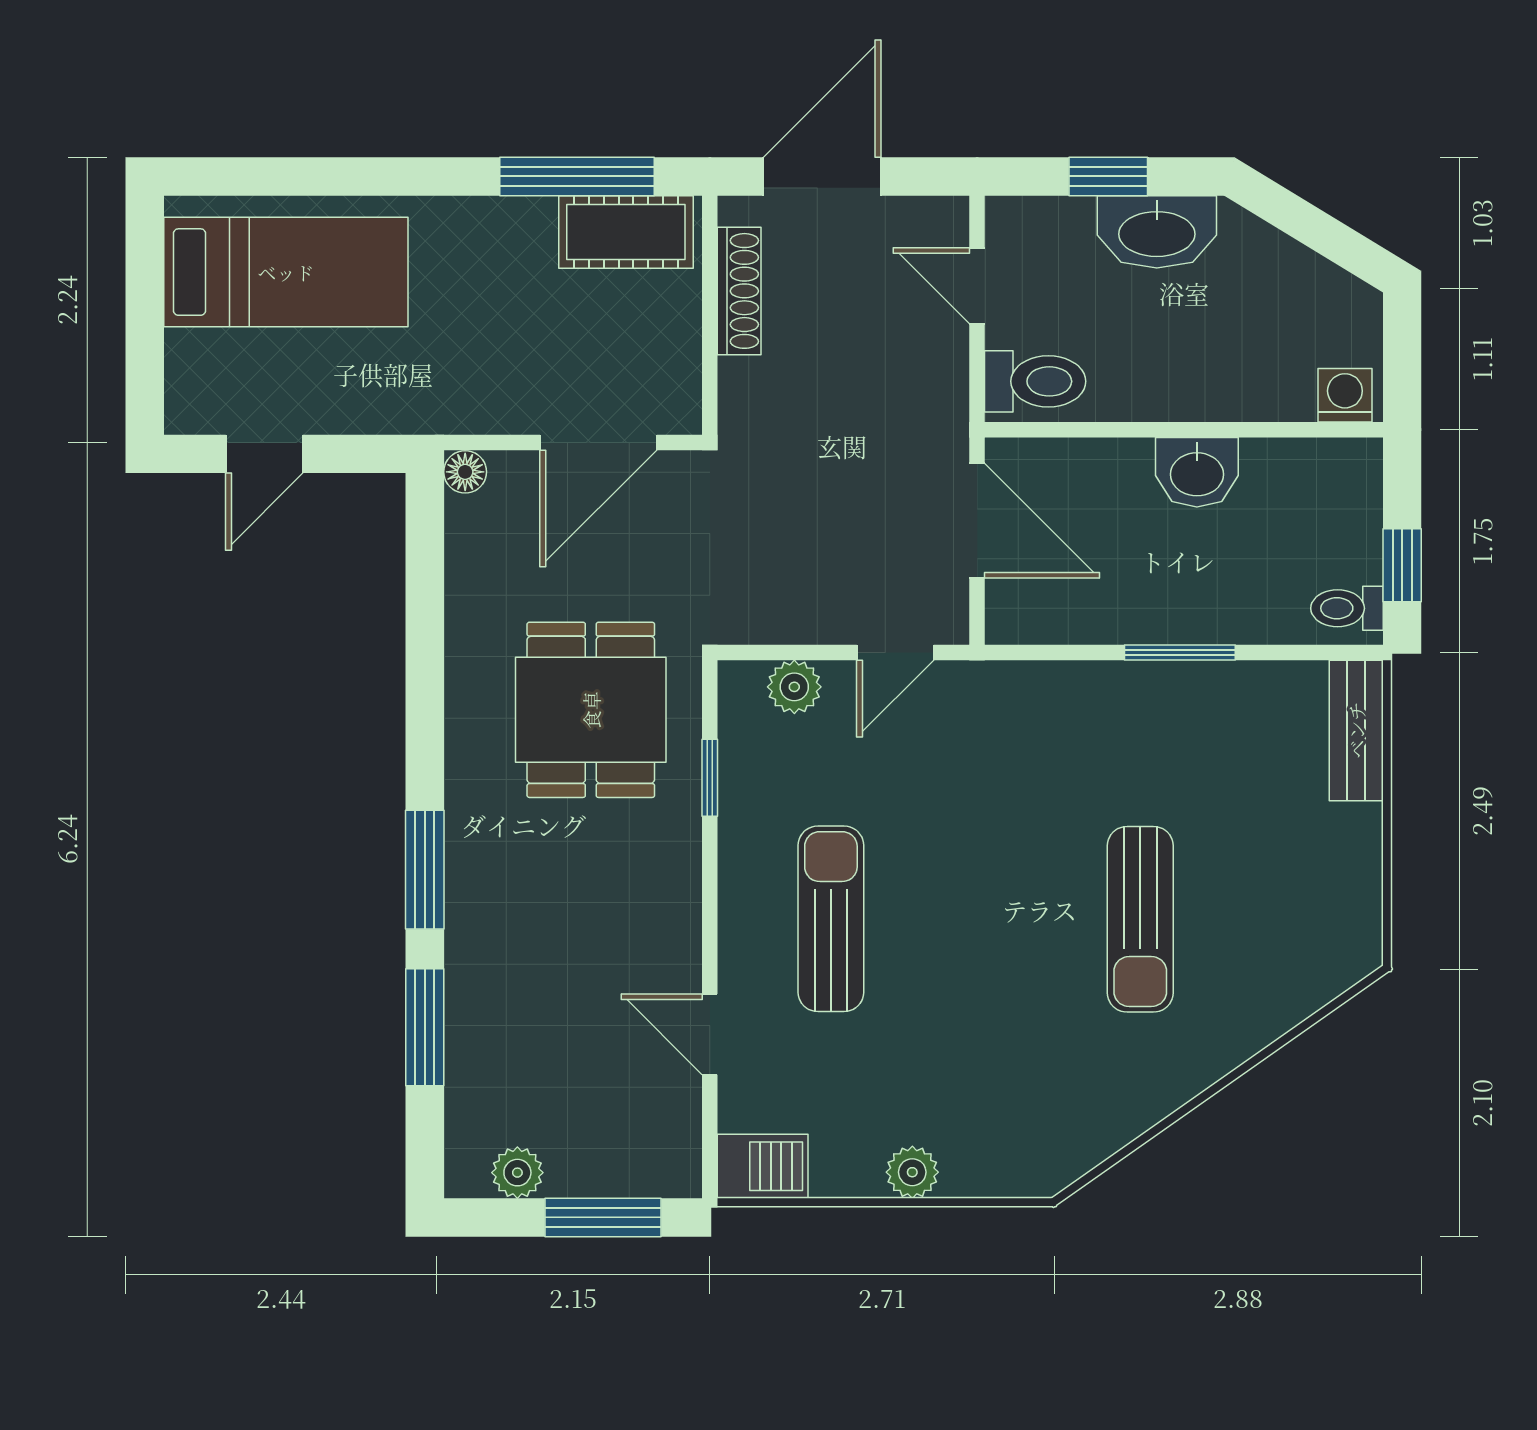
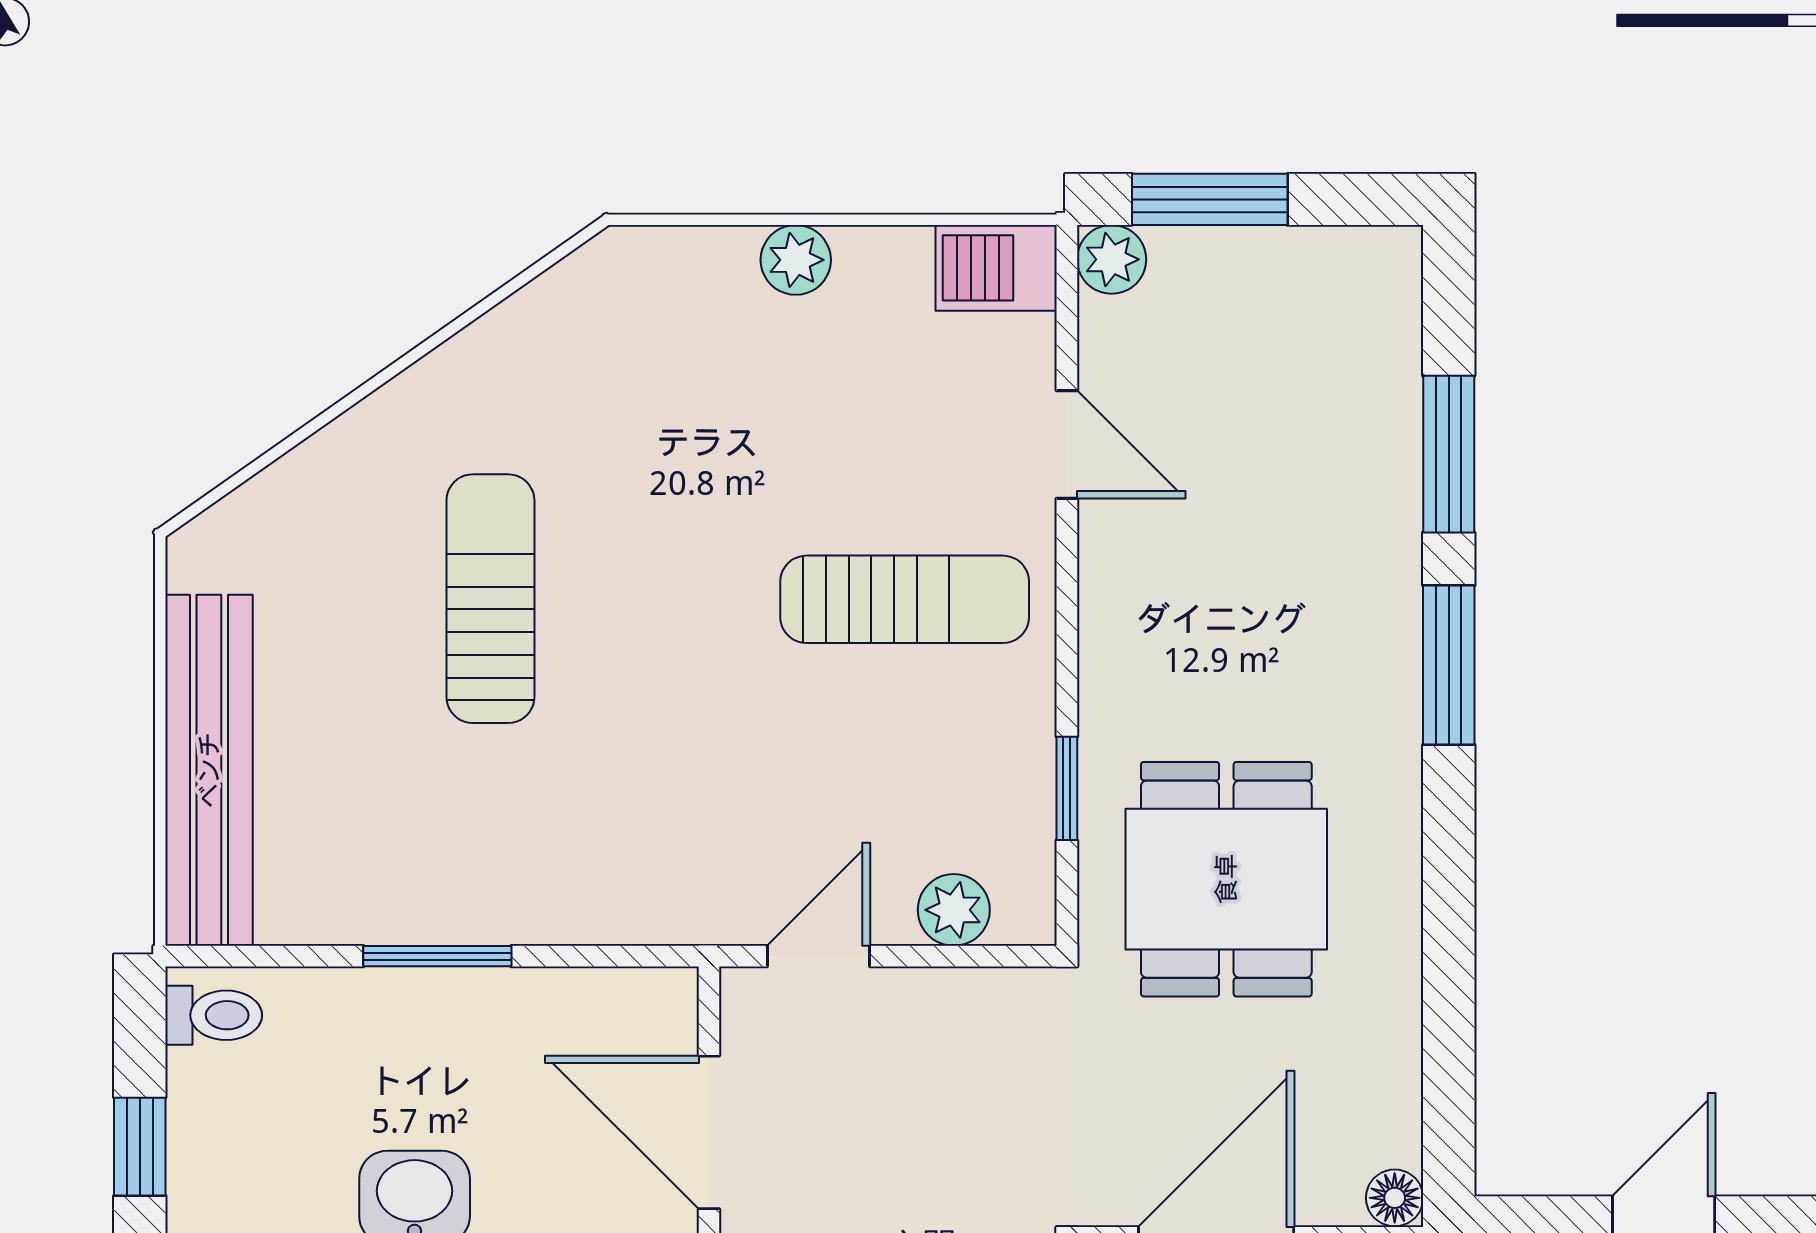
window: (1402, 565) -> (140, 1147), moved
bench: (1356, 730) -> (209, 770), width x1.86, depth x1.21
sun lounger: (831, 919) -> (905, 599), turned -90
plant: (517, 1173) -> (1112, 259), moved

